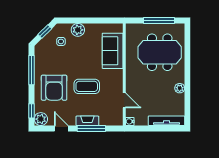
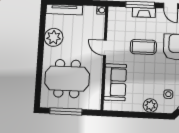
plant: (180, 88) -> (54, 37), width x1.87, depth x1.87
door: (124, 100) -> (105, 48), moved

